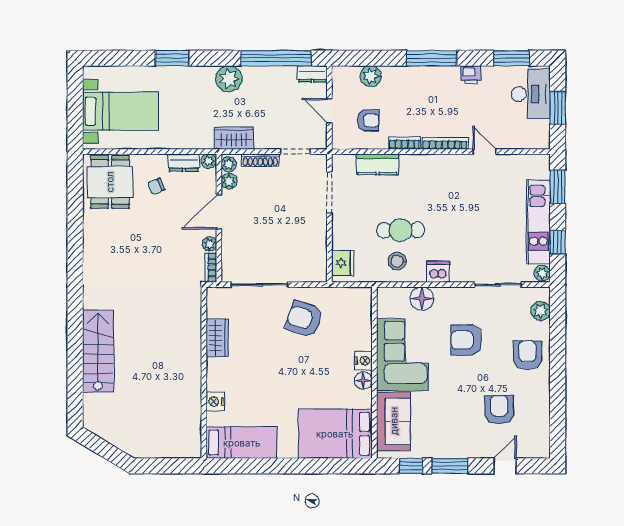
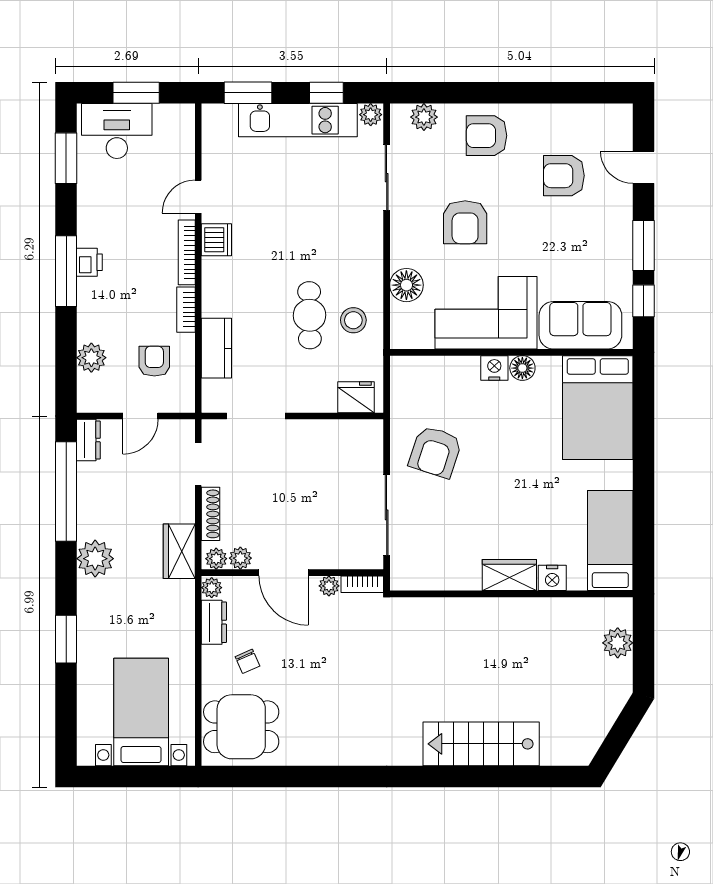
printer: (471, 75) -> (89, 262), moved
dishwasher: (438, 272) -> (216, 240), moved, turned 180
wardrobe: (217, 338) -> (509, 575), moved
plant: (169, 448) -> (618, 643), added

